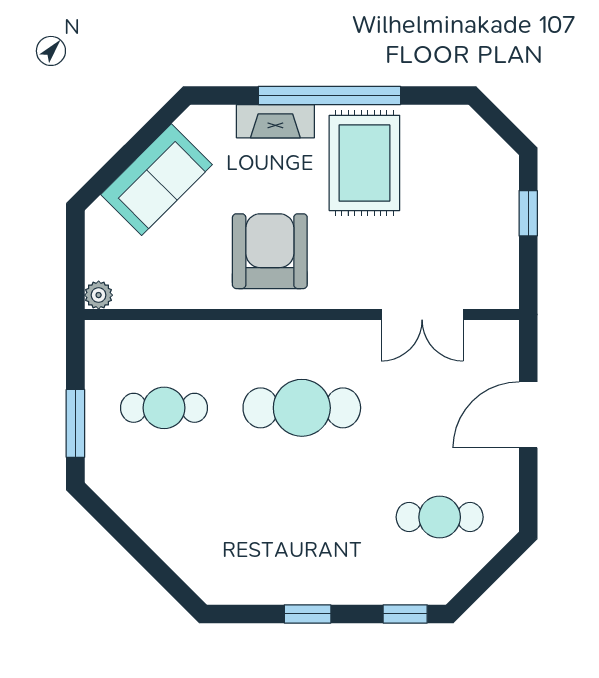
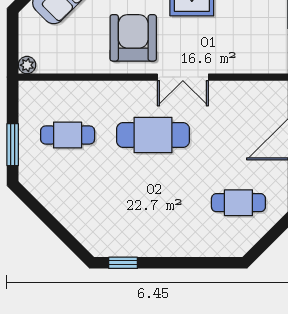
double door: (422, 315) -> (183, 77), moved
window: (308, 614) -> (123, 263), moved
window: (405, 614) -> (217, 263), removed

